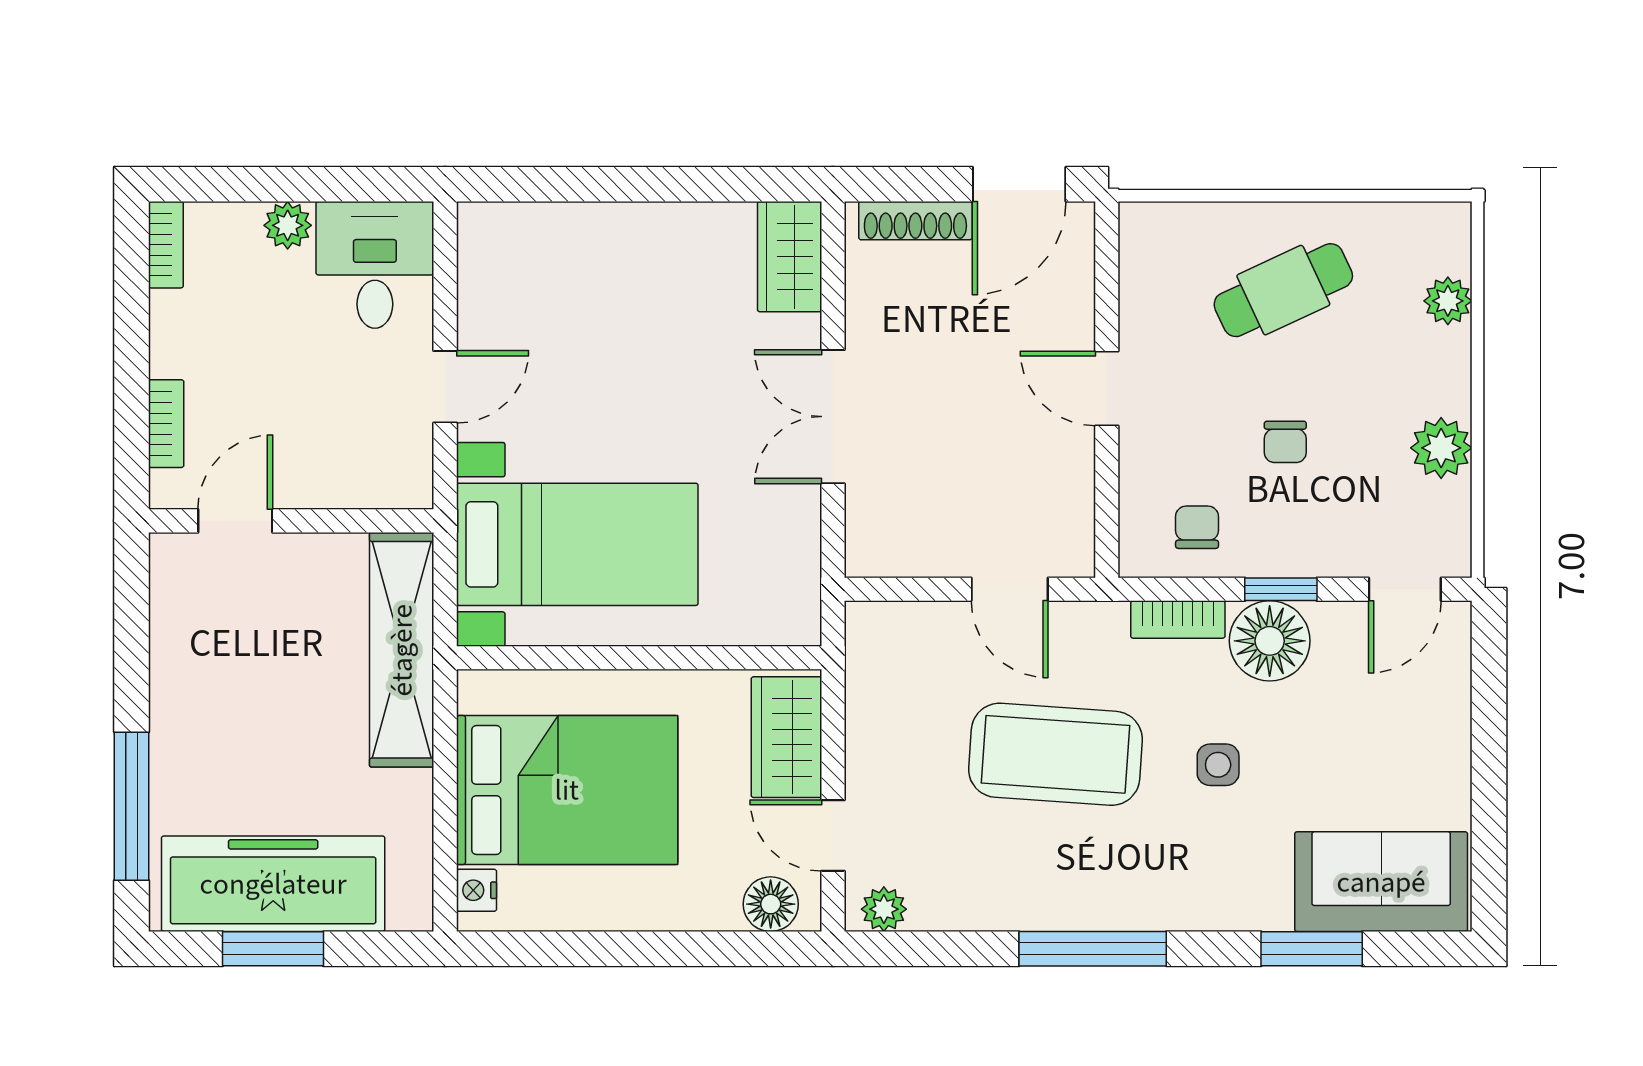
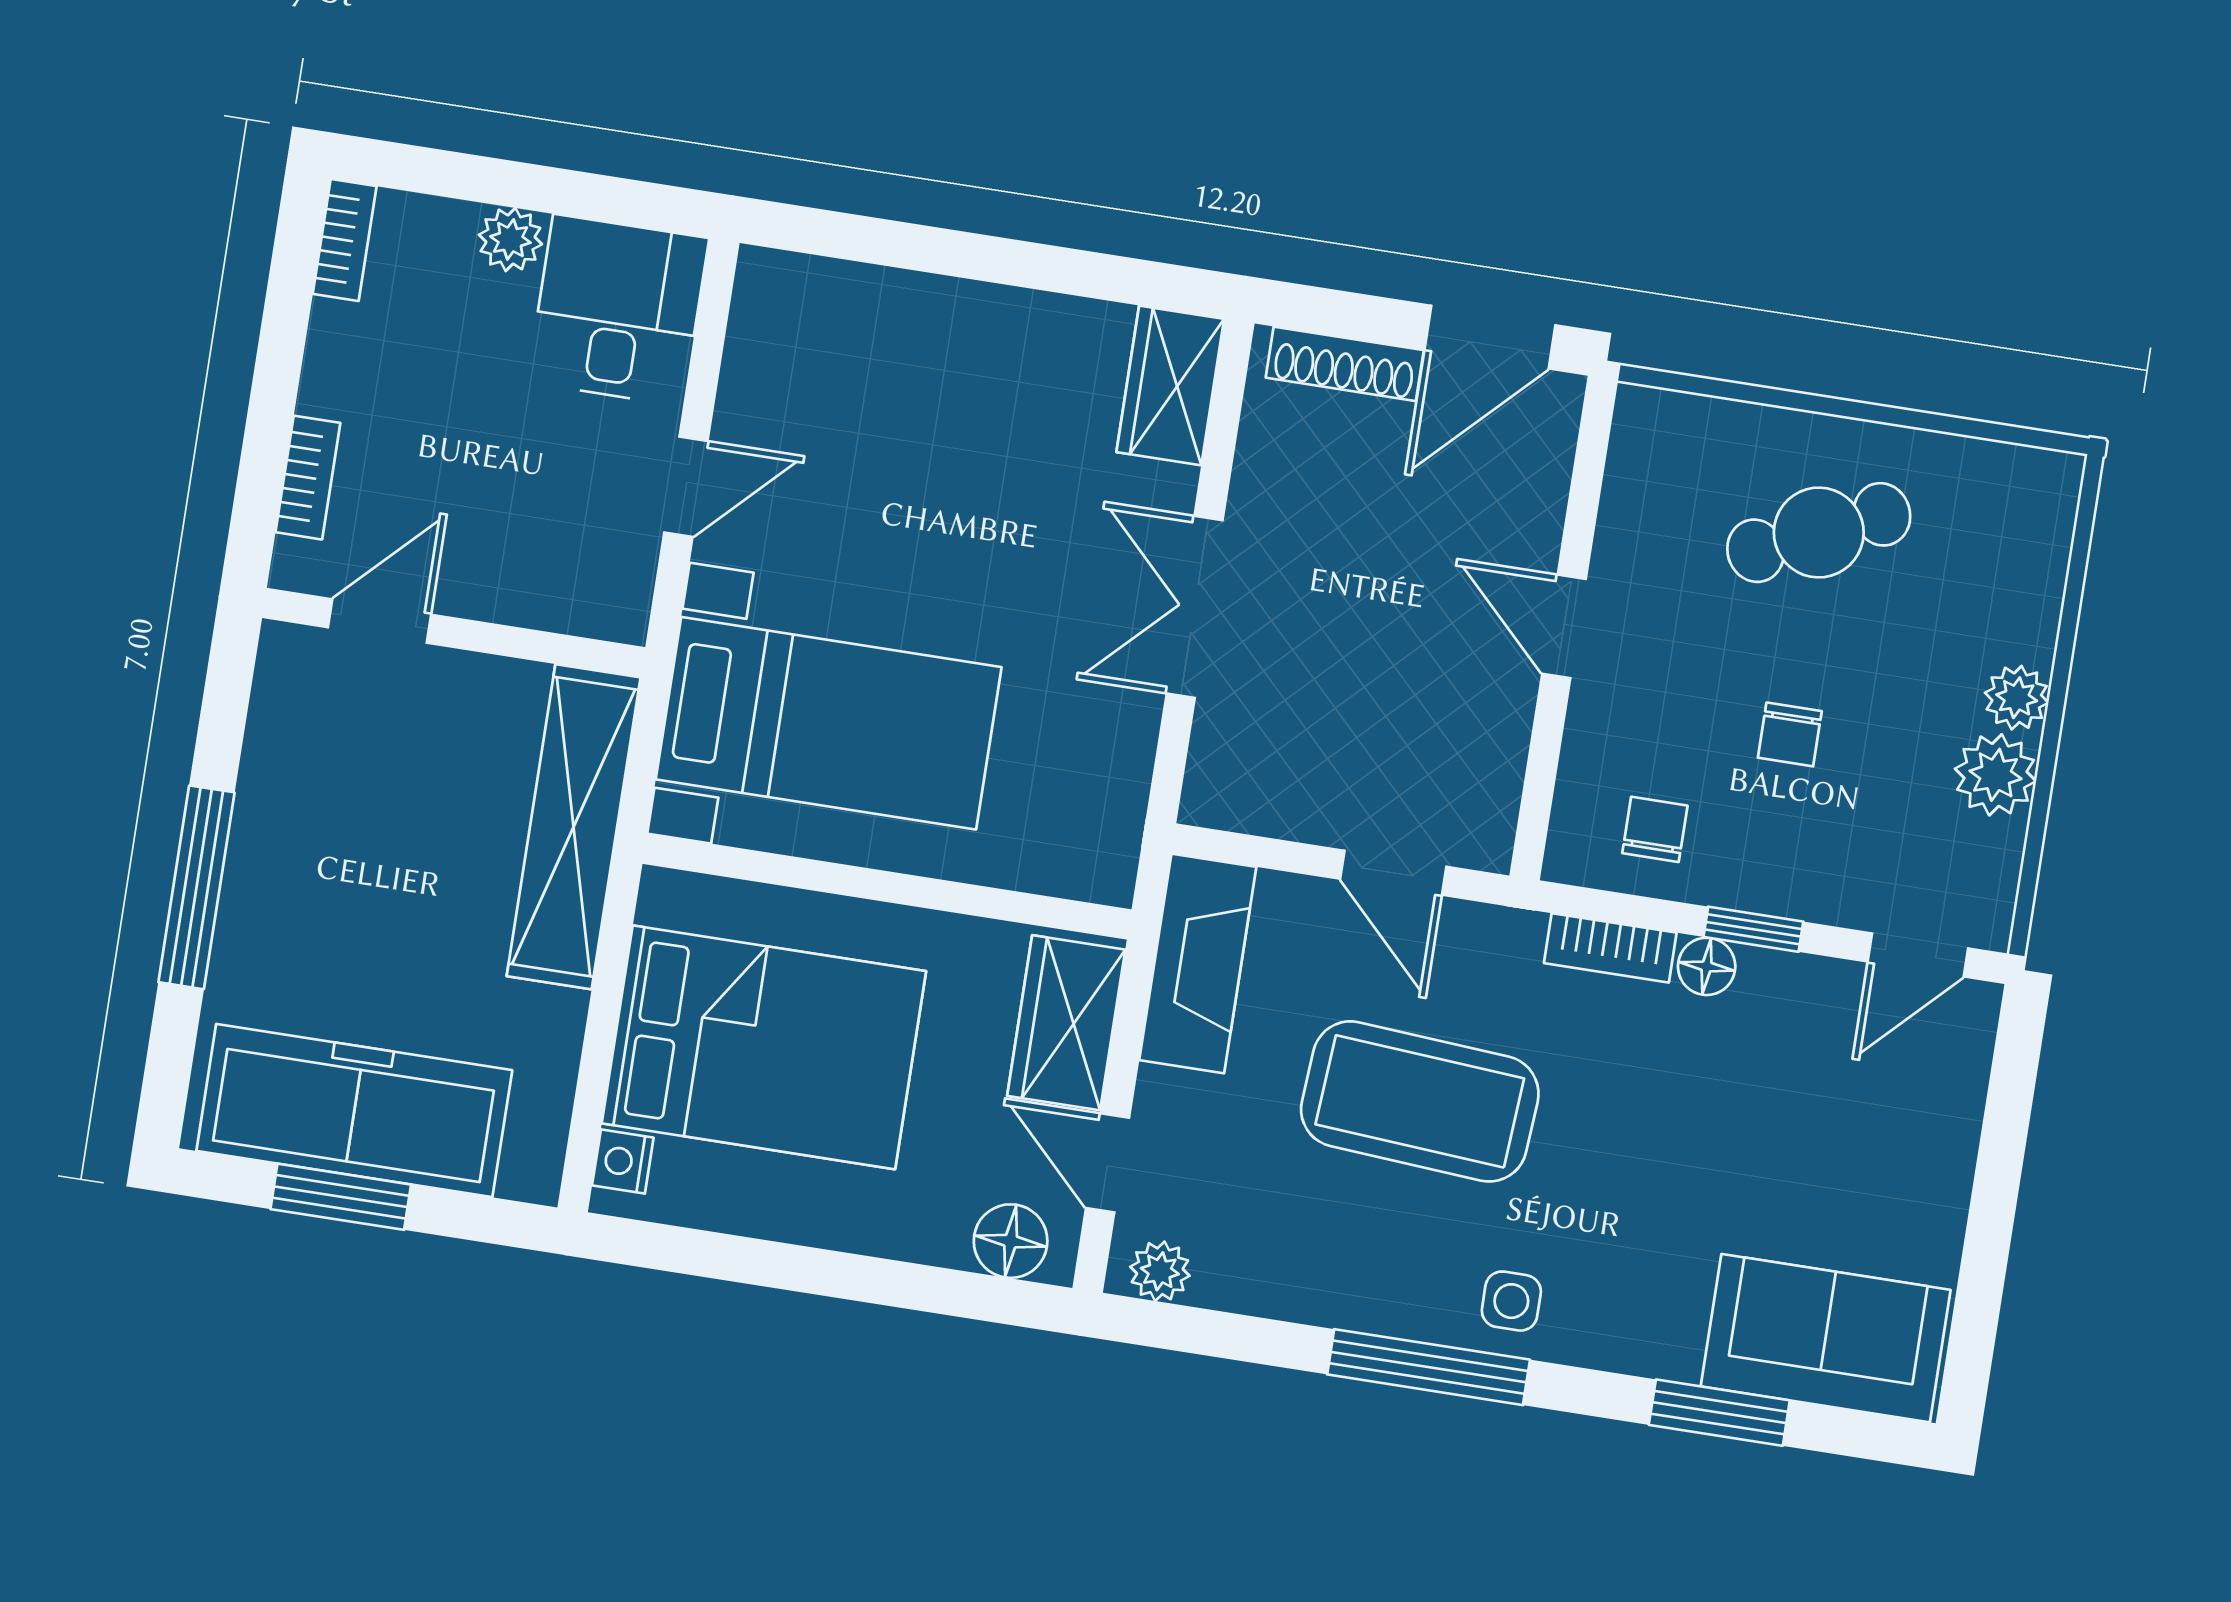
plant: (1448, 301) -> (2017, 698), moved
floor lamp: (1270, 641) -> (1707, 966), width x0.53, depth x0.53
fireplace: (876, 678) -> (1198, 964), added
side table: (1218, 765) -> (1511, 1301), moved
window: (131, 806) -> (196, 887), moved

